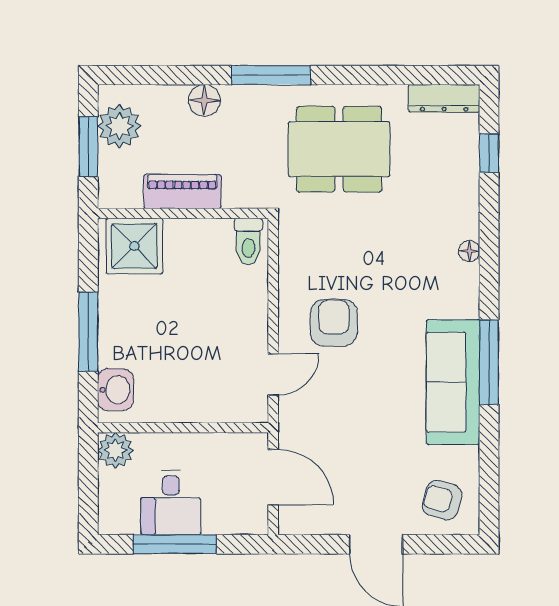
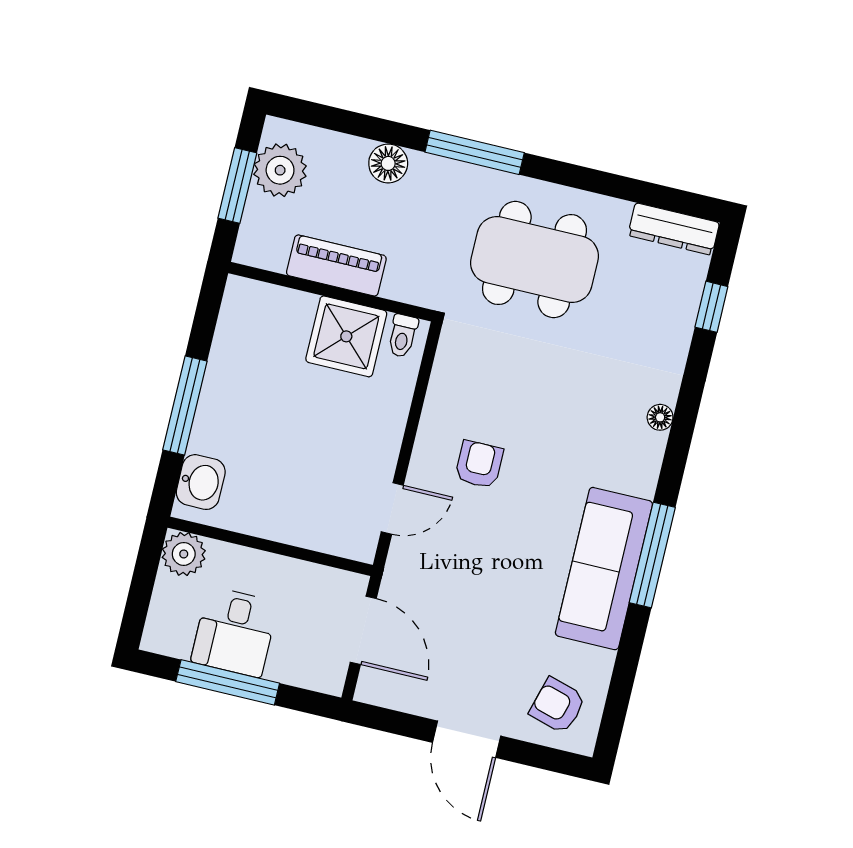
toilet: (248, 241) -> (403, 336), width x0.73, depth x0.72
shower: (134, 246) -> (346, 336), moved
armchair: (334, 323) -> (479, 464), width x0.72, depth x0.72

